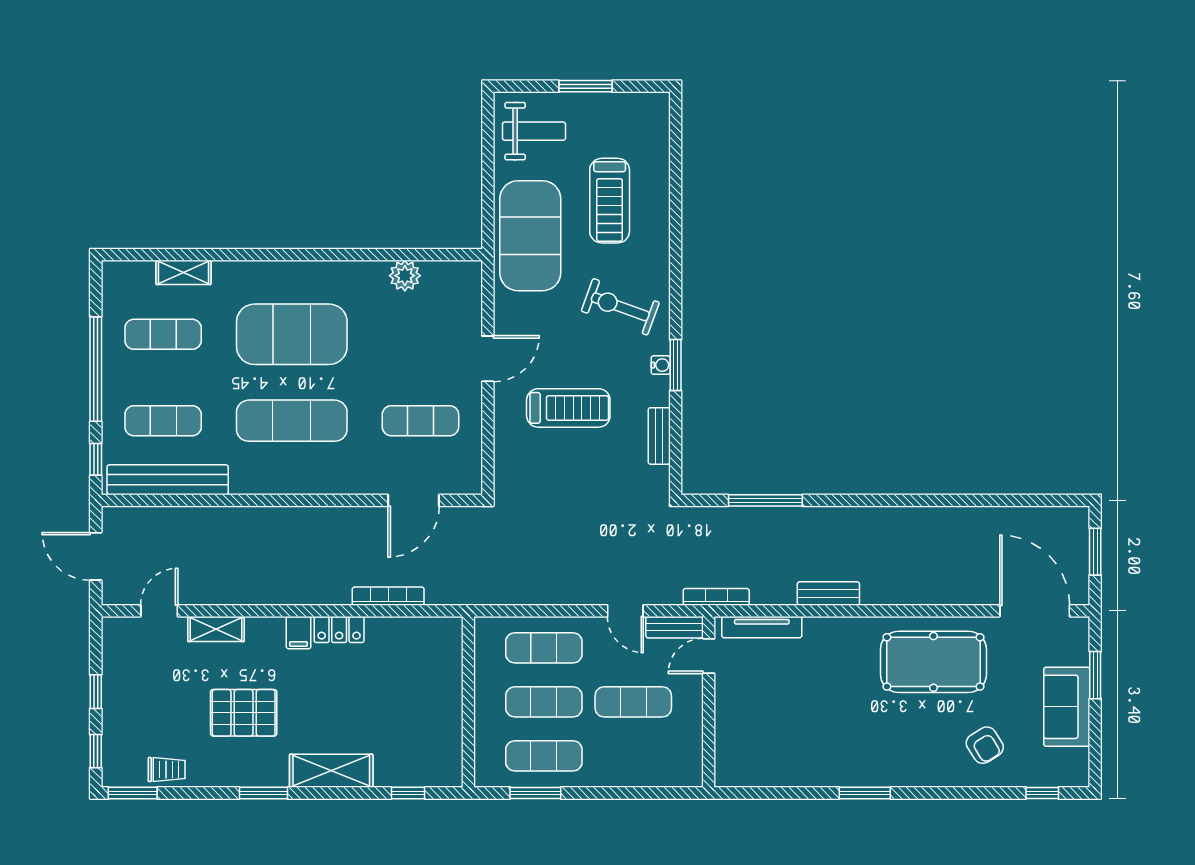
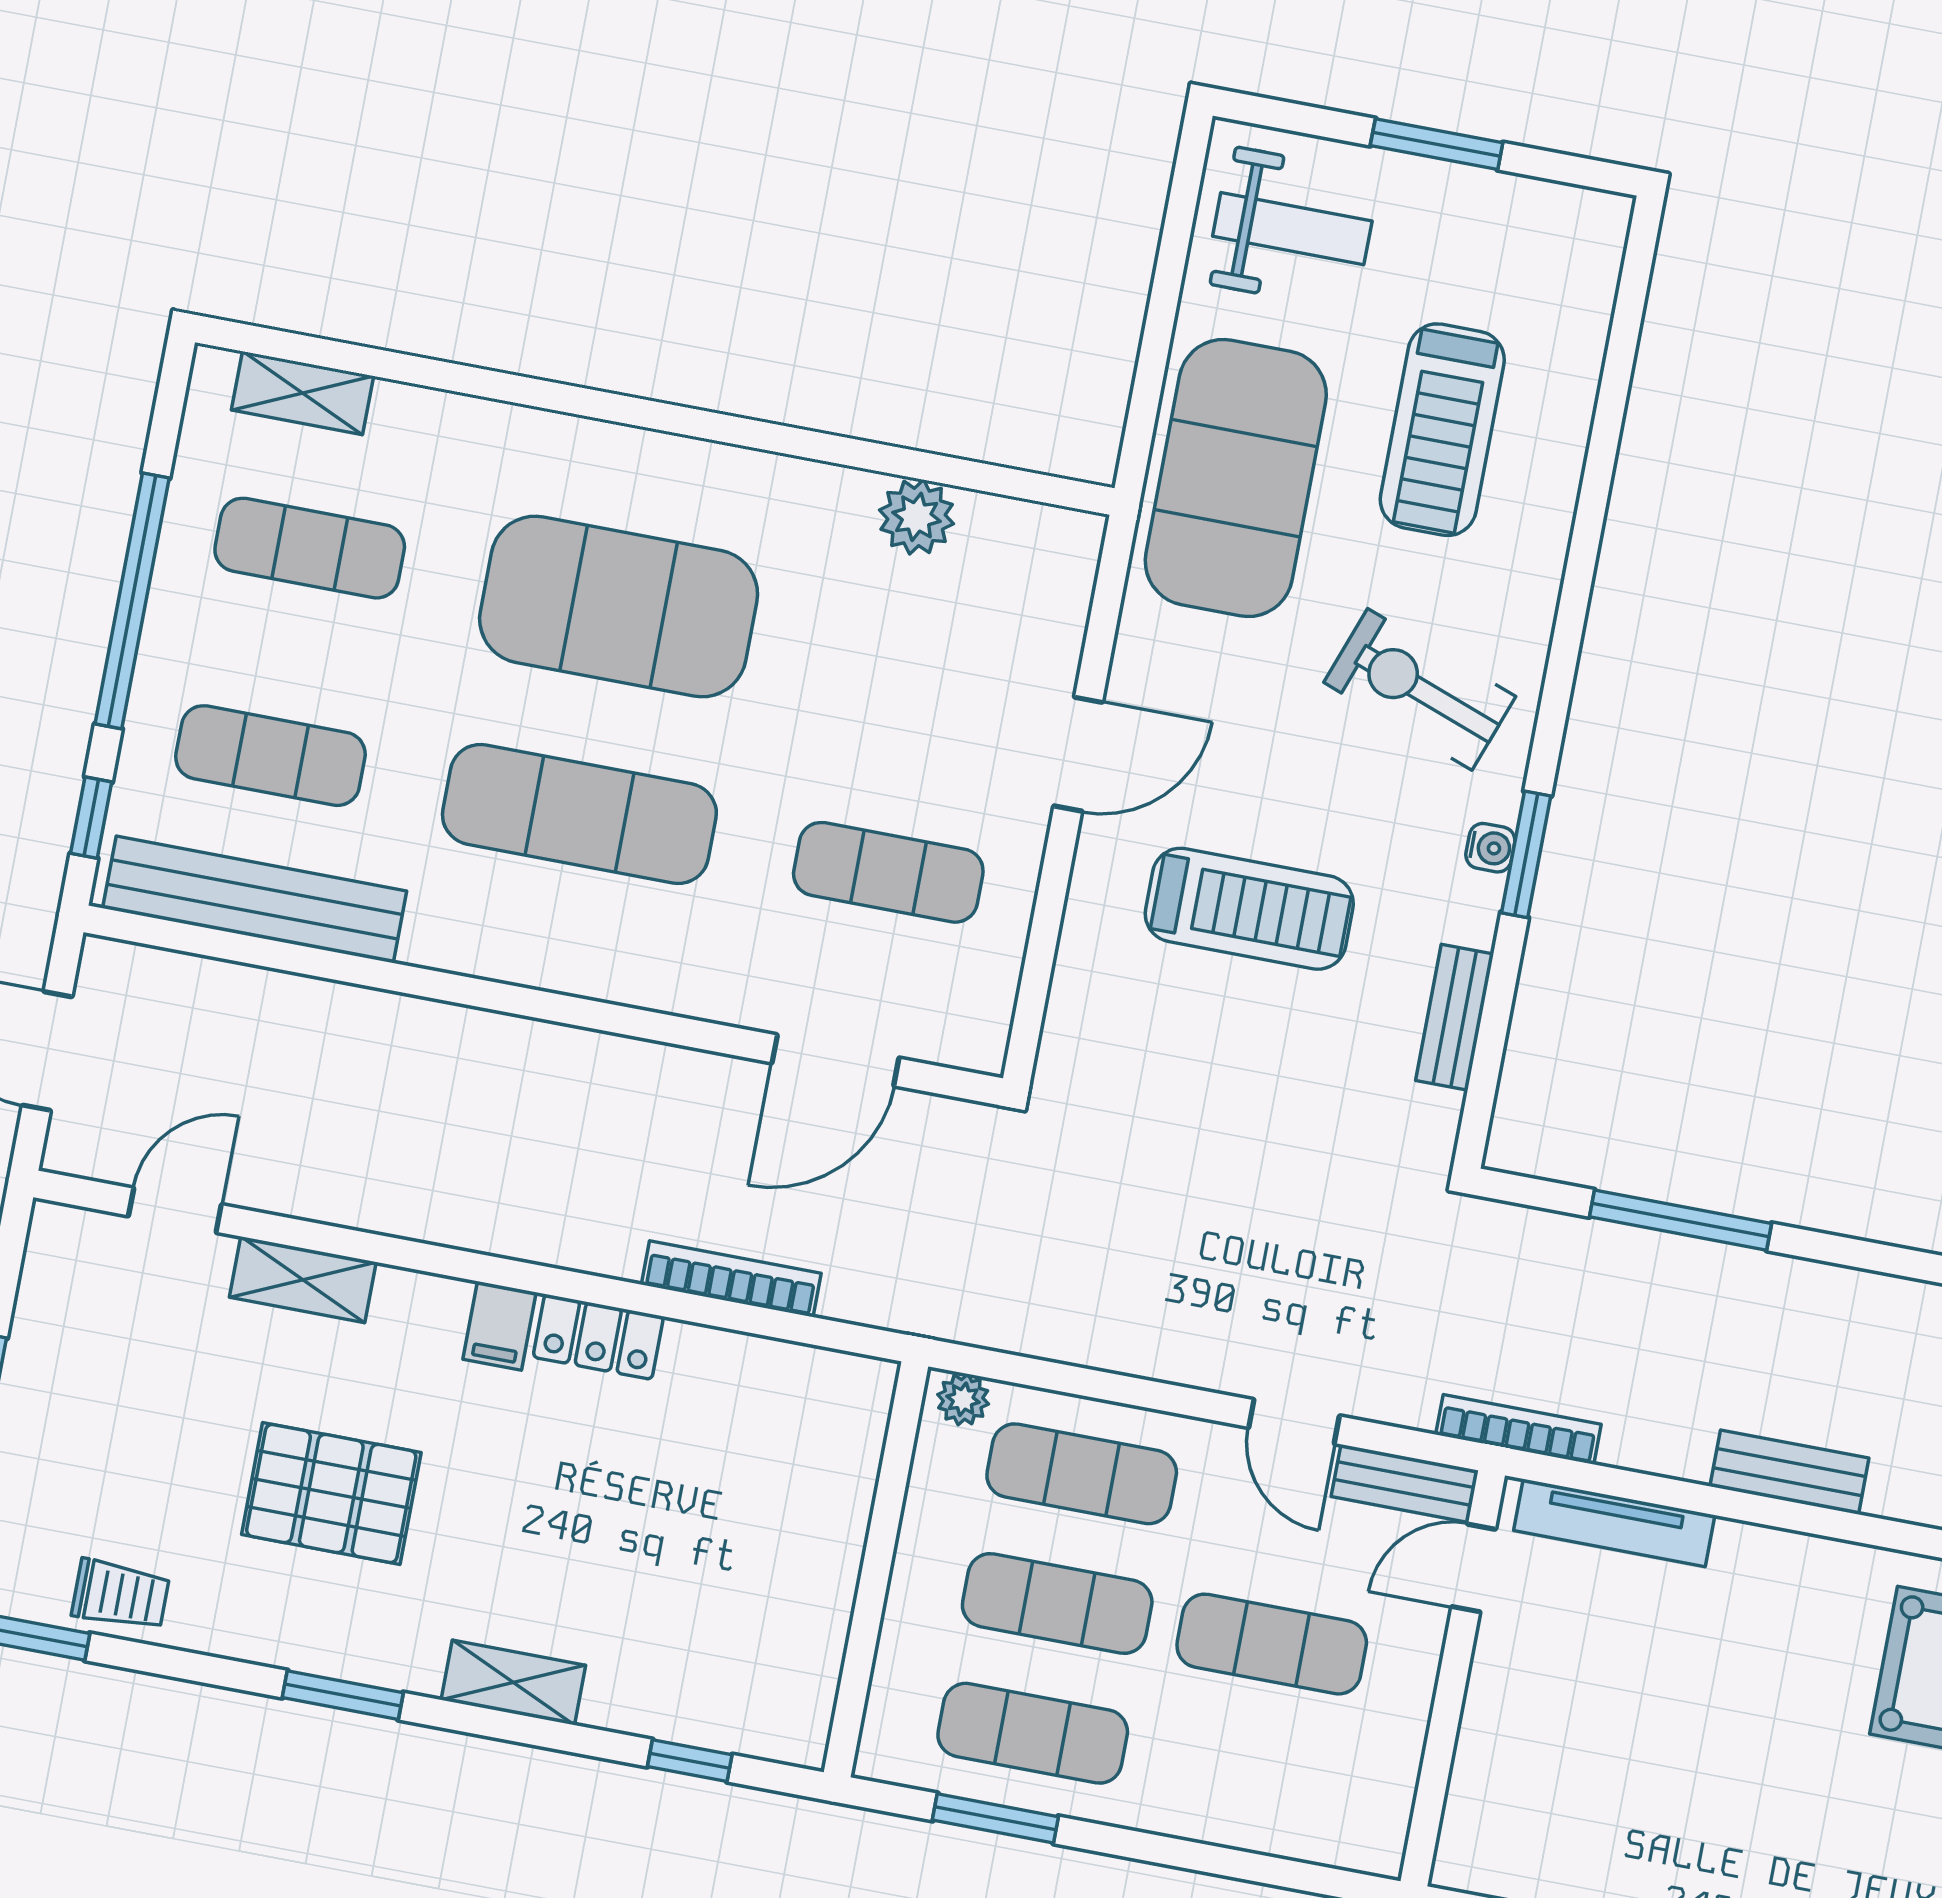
shelving: (184, 272) -> (303, 393), moved
plant: (491, 627) -> (963, 1399), added
shelving: (331, 771) -> (513, 1683), width x0.67, depth x0.75

